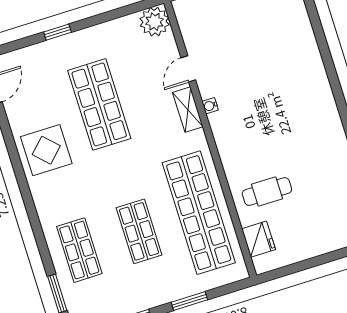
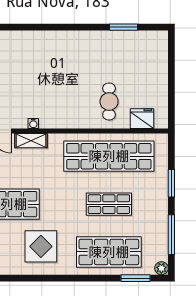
display table: (46, 150) -> (41, 246), moved
shop shelf: (79, 250) -> (109, 252), width x1.43, depth x1.36

